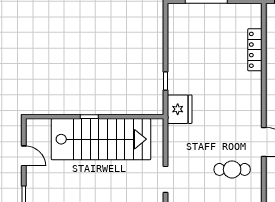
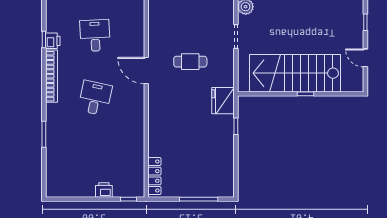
locker: (255, 50) -> (154, 176), moved
cafe table: (232, 169) -> (190, 62), moved

